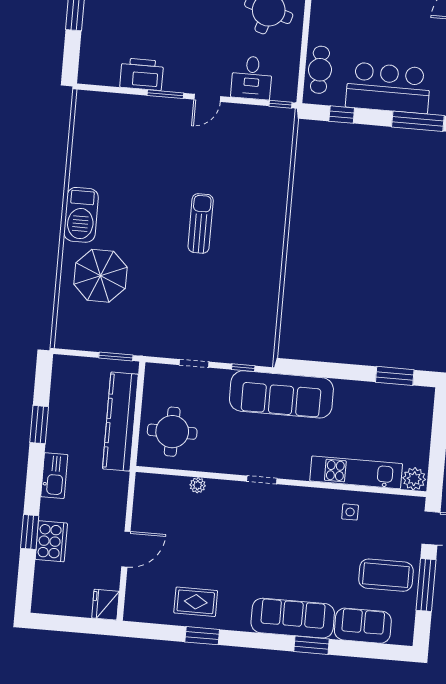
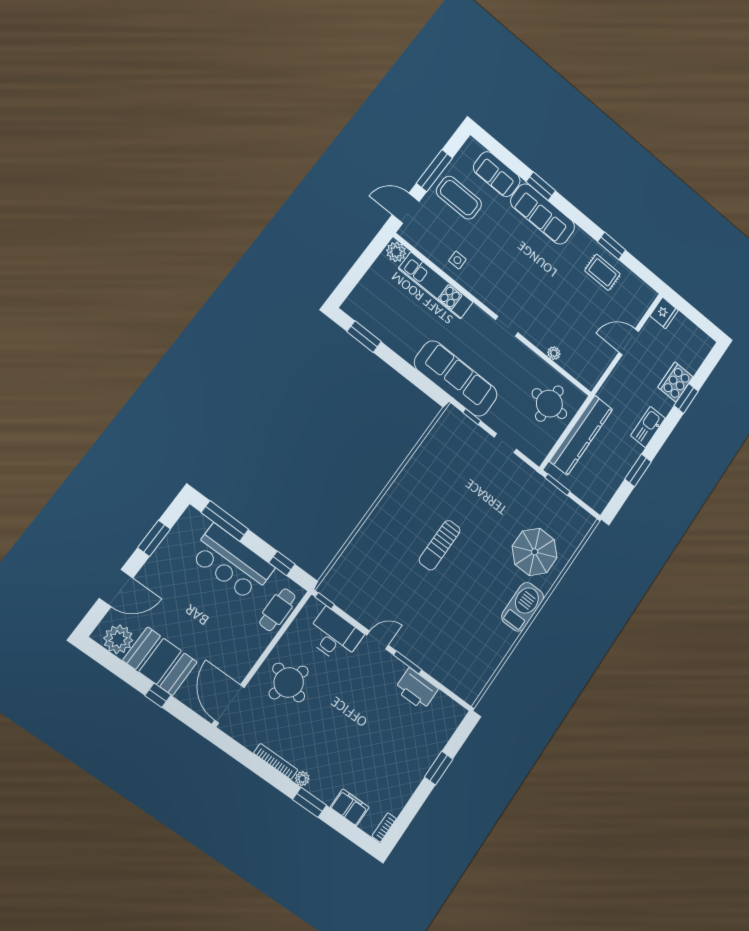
desk: (252, 78) -> (334, 636), width x1.37

